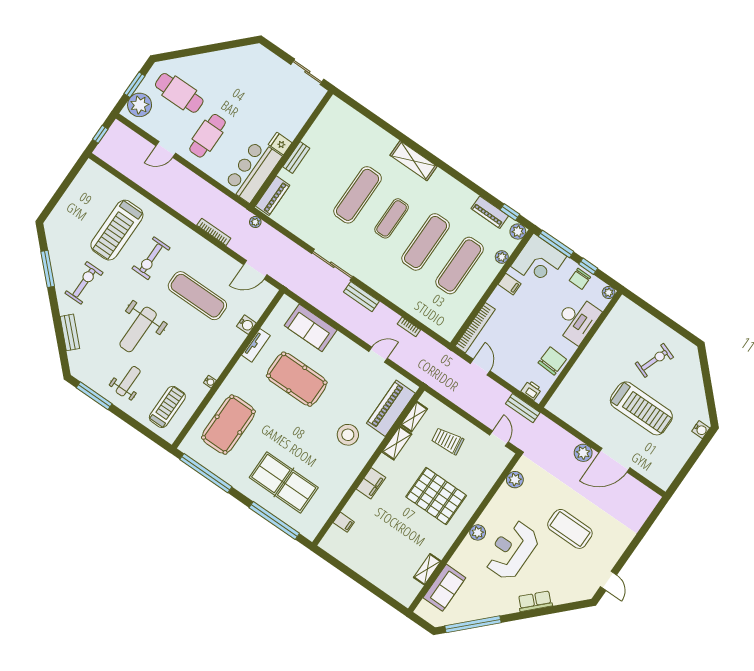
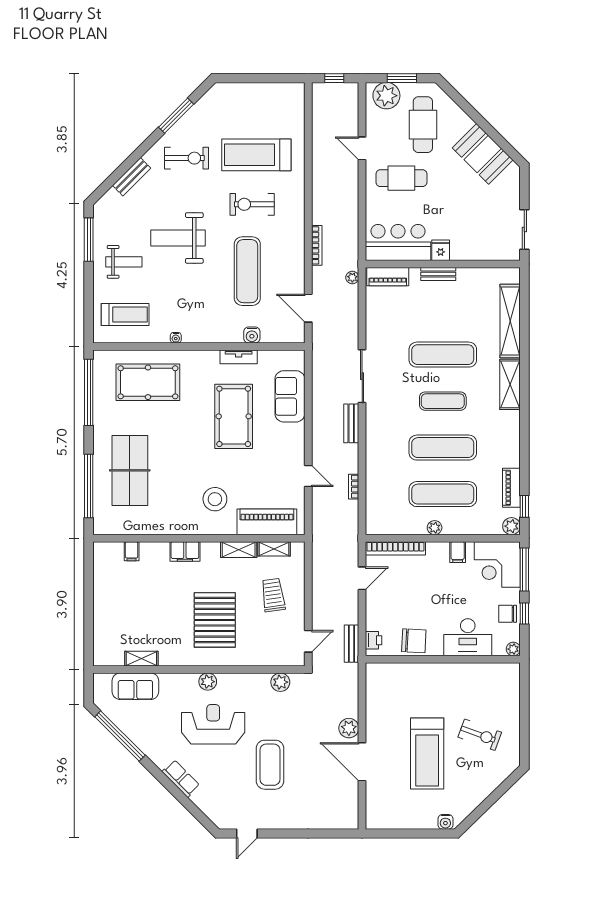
booth: (231, 64) -> (483, 154), added
shelving: (367, 129) -> (510, 321), added
plant: (502, 257) -> (435, 528), moved

